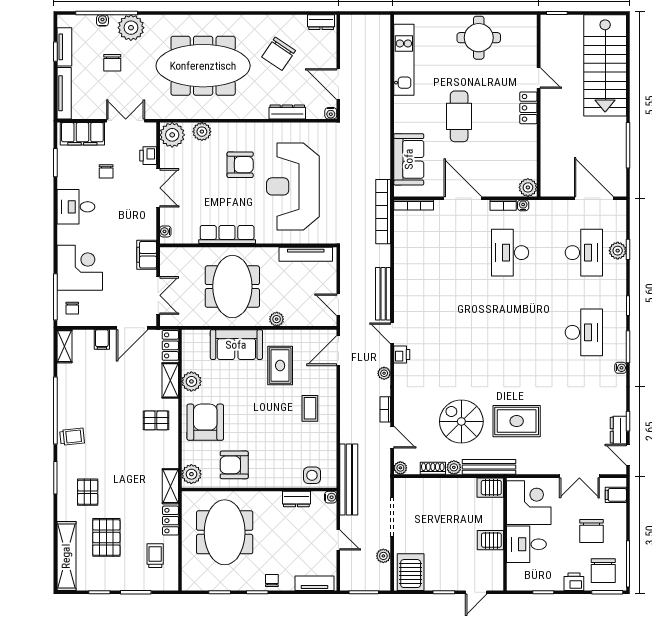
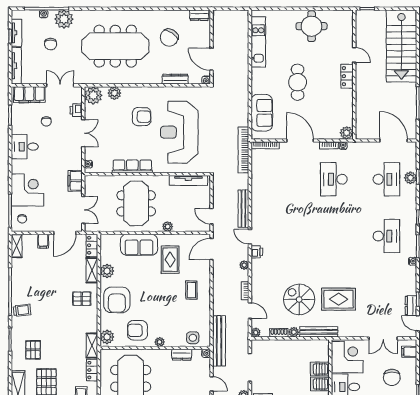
armchair: (205, 422) -> (117, 300), turned 180
plant: (265, 481) -> (160, 342), added
server rack: (490, 488) -> (320, 369), moved

